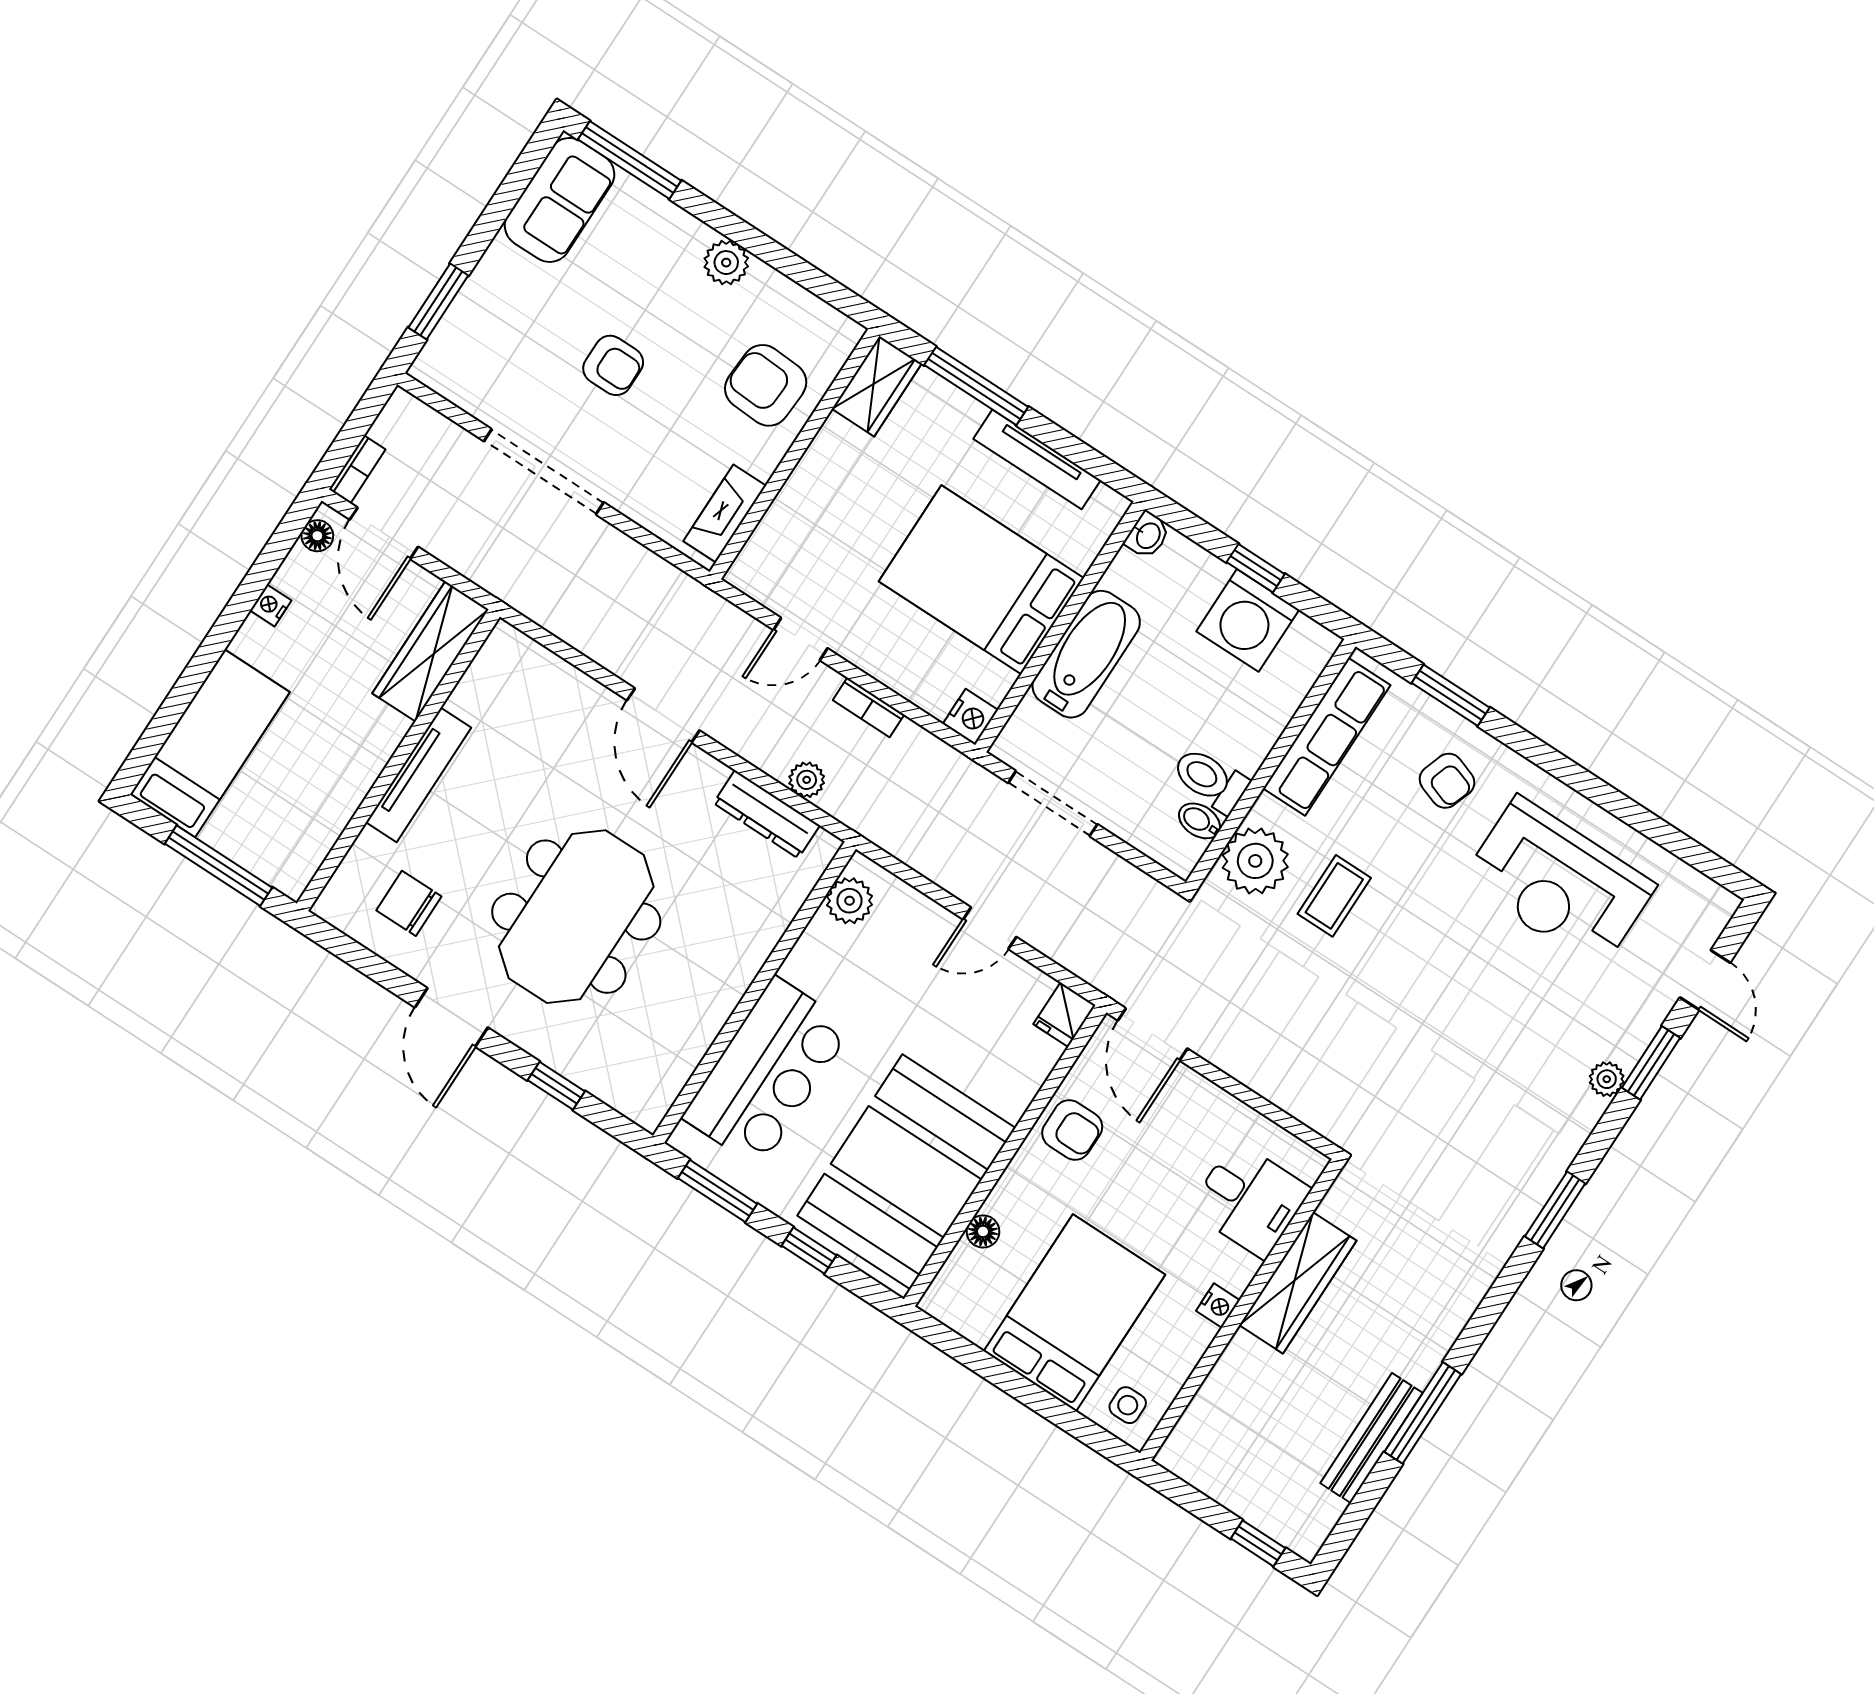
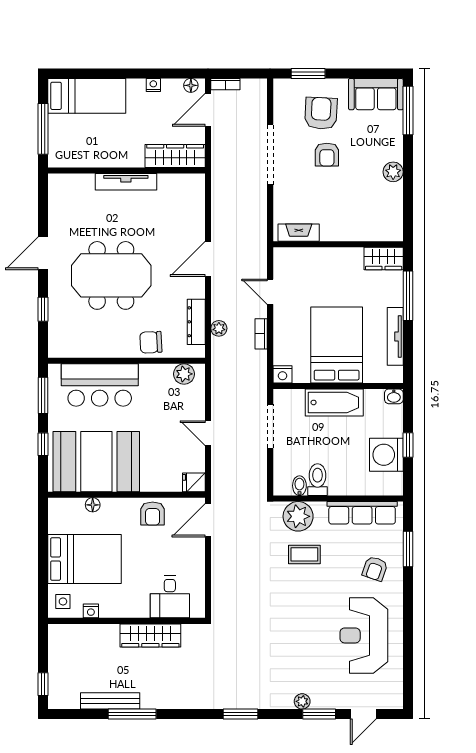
armchair: (766, 385) -> (321, 113), moved
chair: (409, 903) -> (151, 342), moved, turned -93
nightstand: (1218, 1306) -> (91, 611), moved

